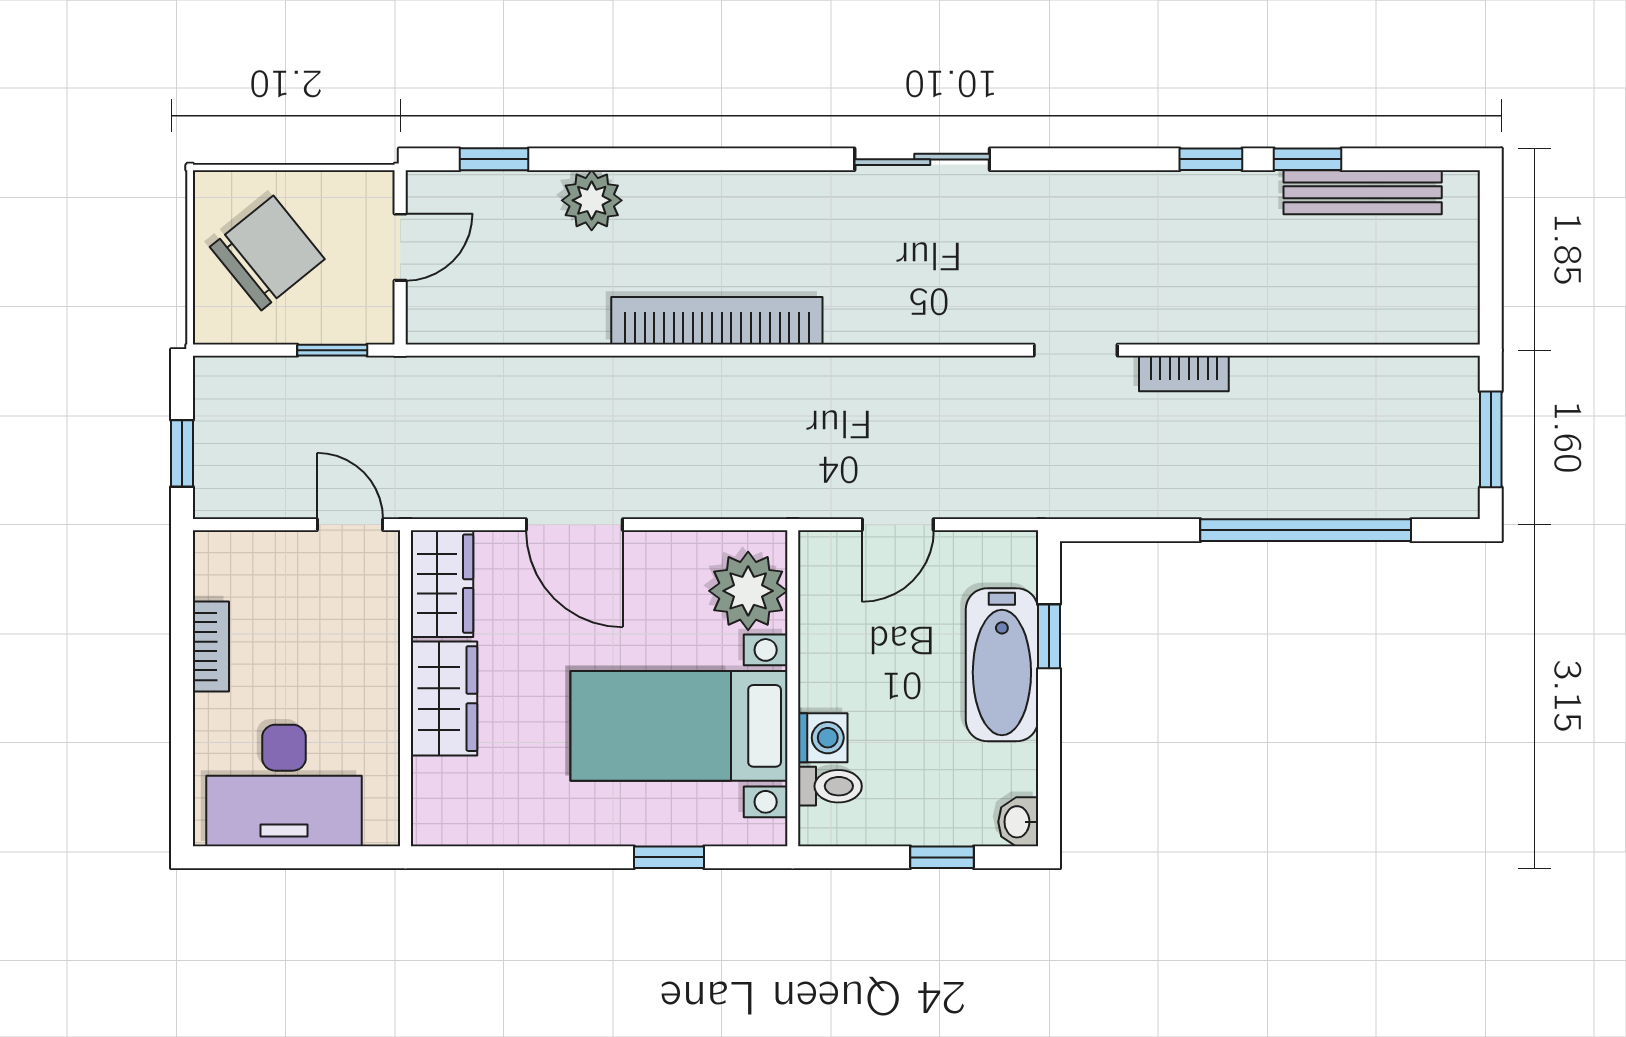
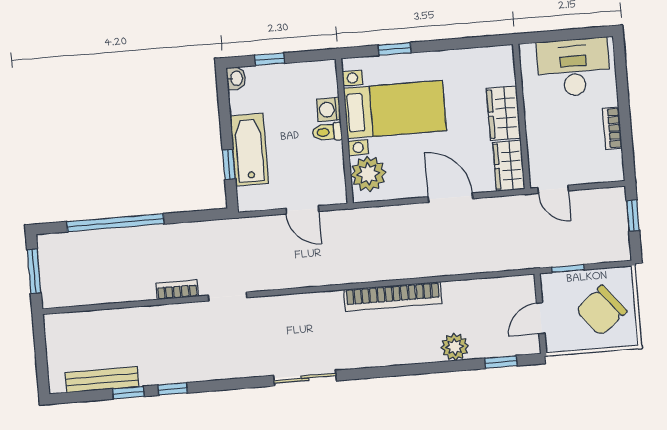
door: (898, 525) -> (302, 210), swing flipped
toilet: (830, 786) -> (327, 132), moved

